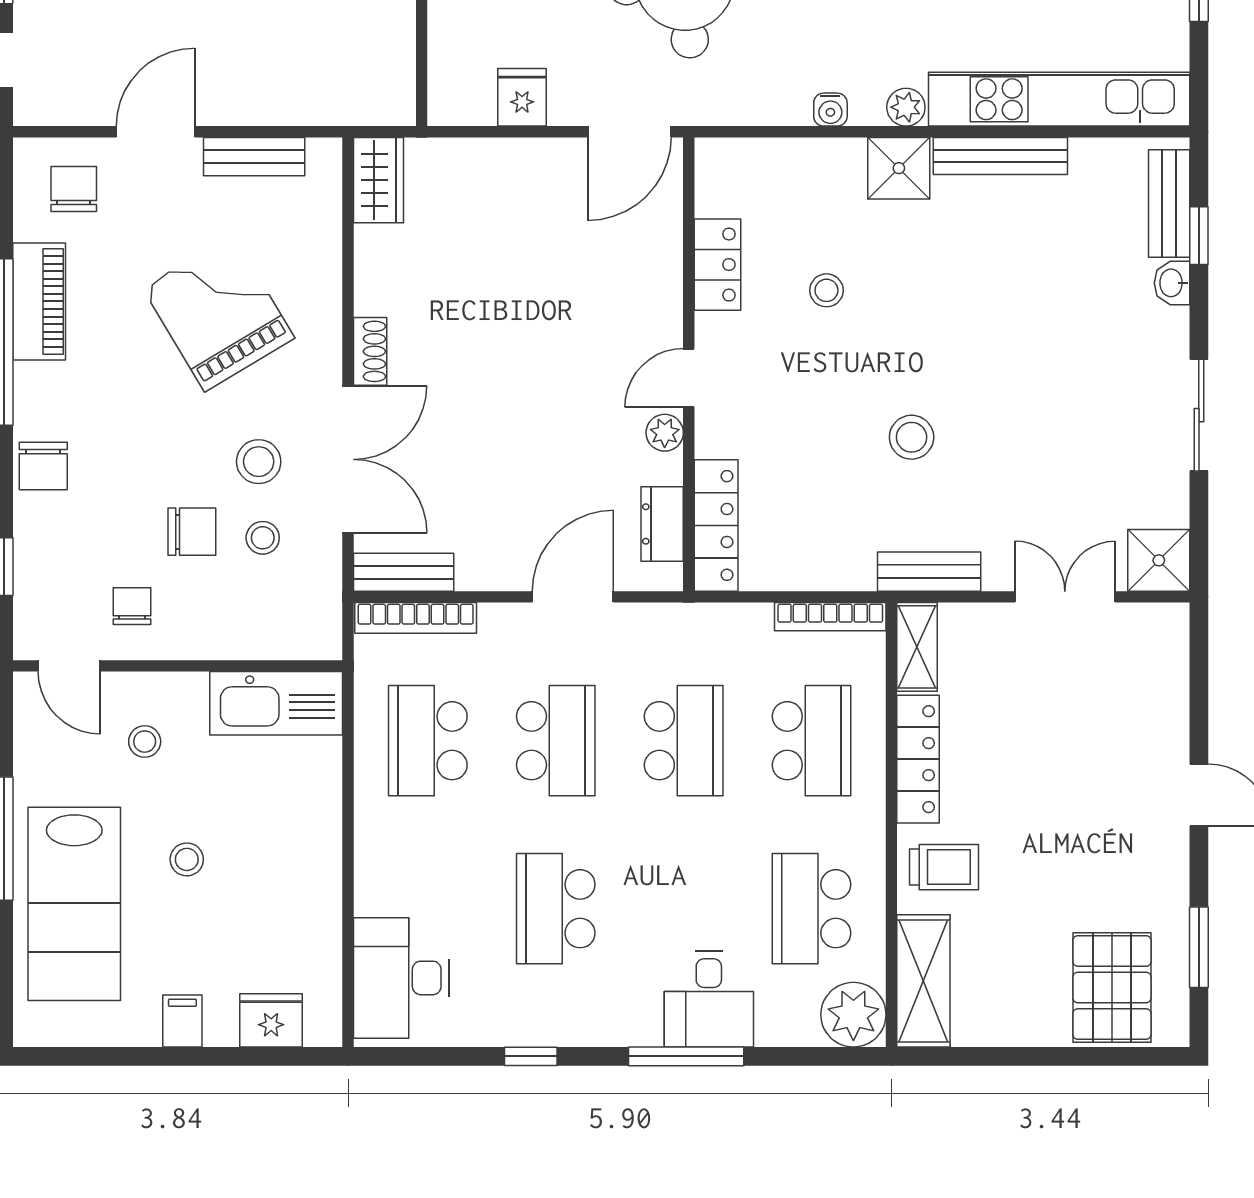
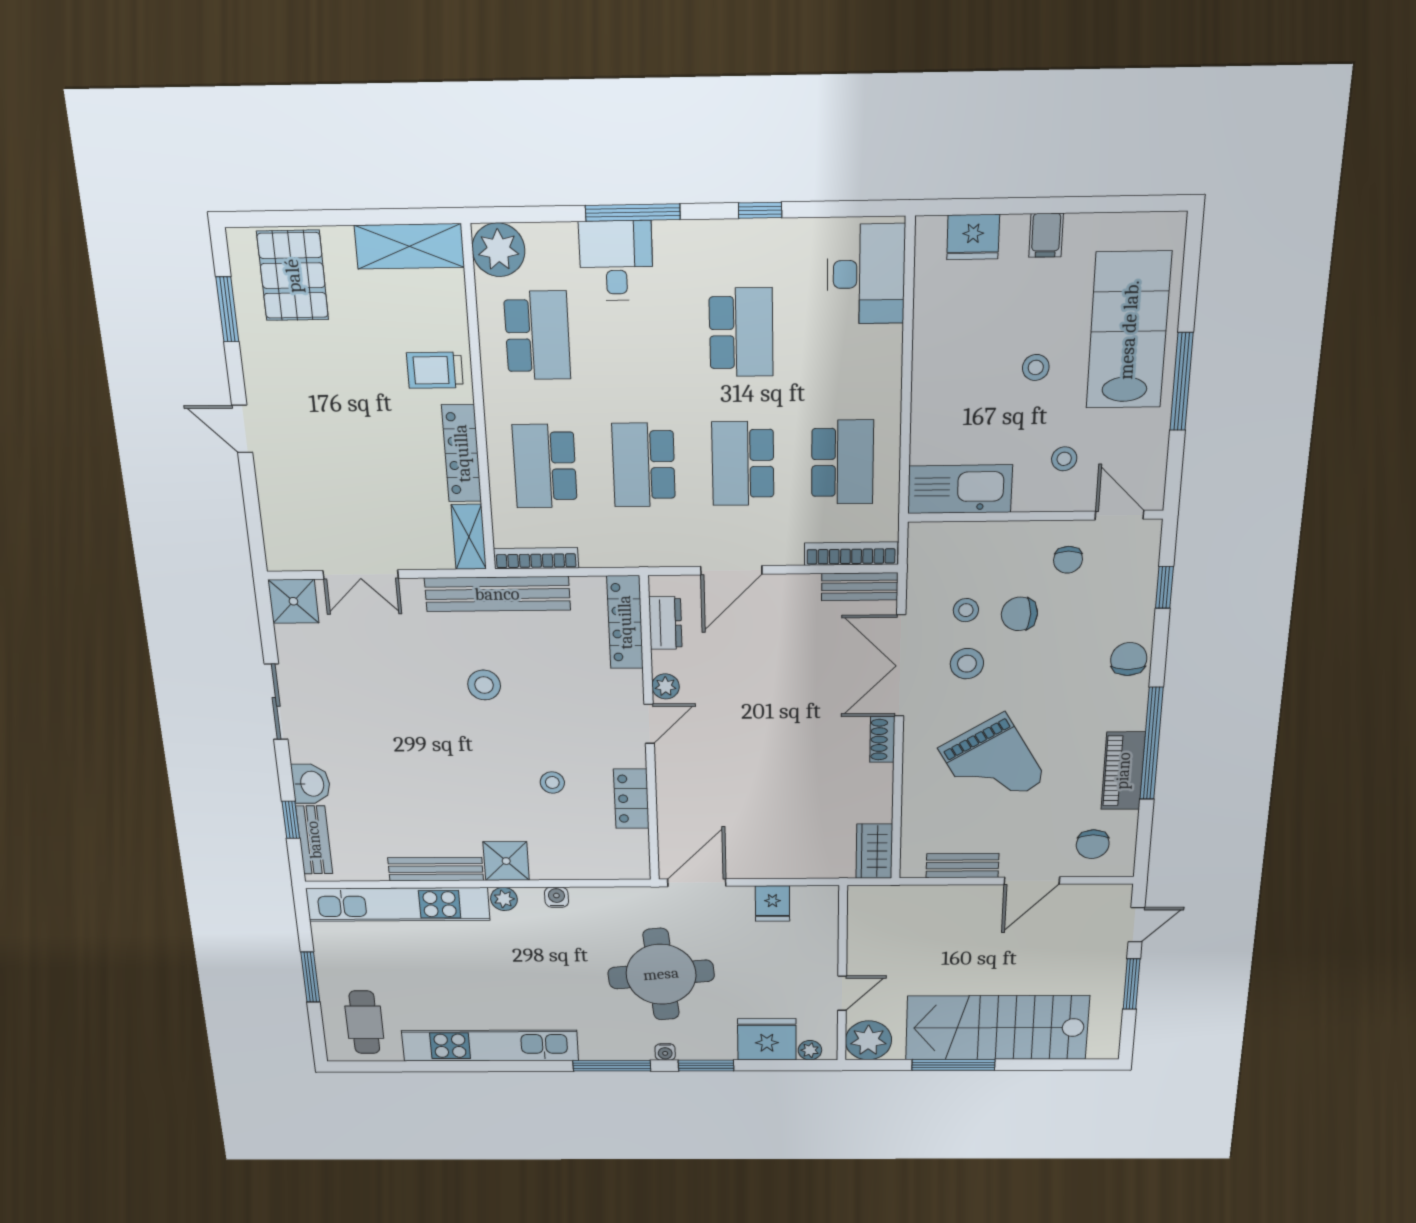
washbasin: (1172, 283) -> (311, 784), width x1.38, depth x1.45
bench: (929, 572) -> (497, 594), width x1.86, depth x1.21
shelving: (923, 981) -> (409, 246), moved, turned 90

